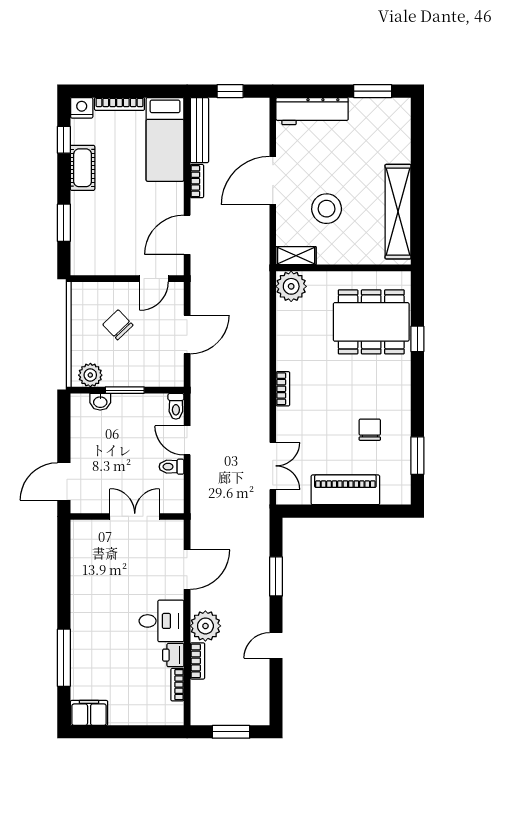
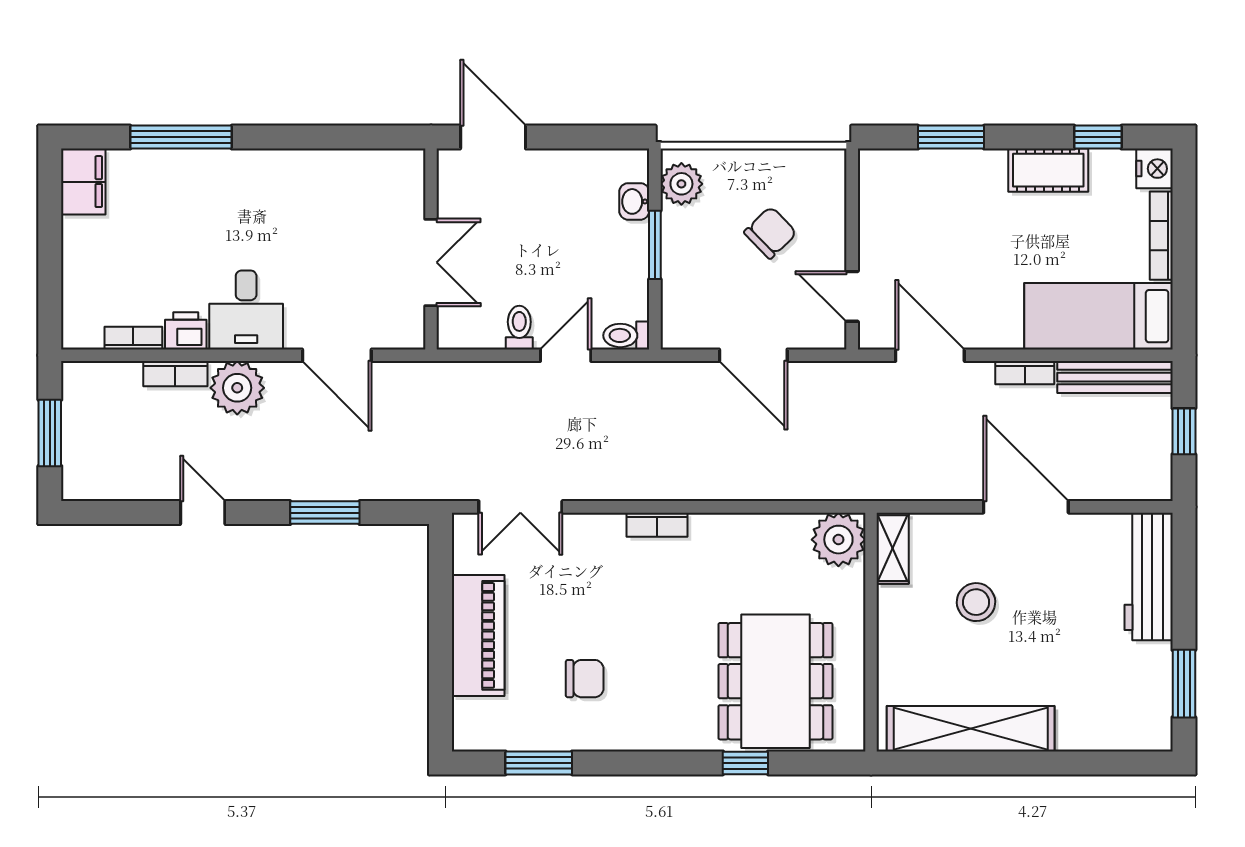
stool: (327, 209) -> (976, 602), width x0.73, depth x0.73

